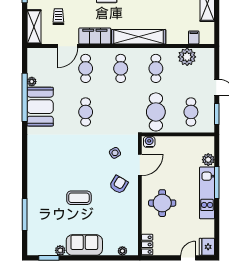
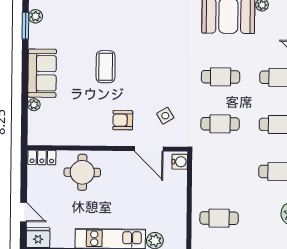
cafe table: (156, 112) -> (220, 124), moved, width x0.73, depth x0.74
armchair: (119, 185) -> (123, 120), turned 149
round table: (162, 203) -> (82, 172), moved
plant: (60, 250) -> (36, 16), moved
plant: (122, 251) -> (34, 105), moved

